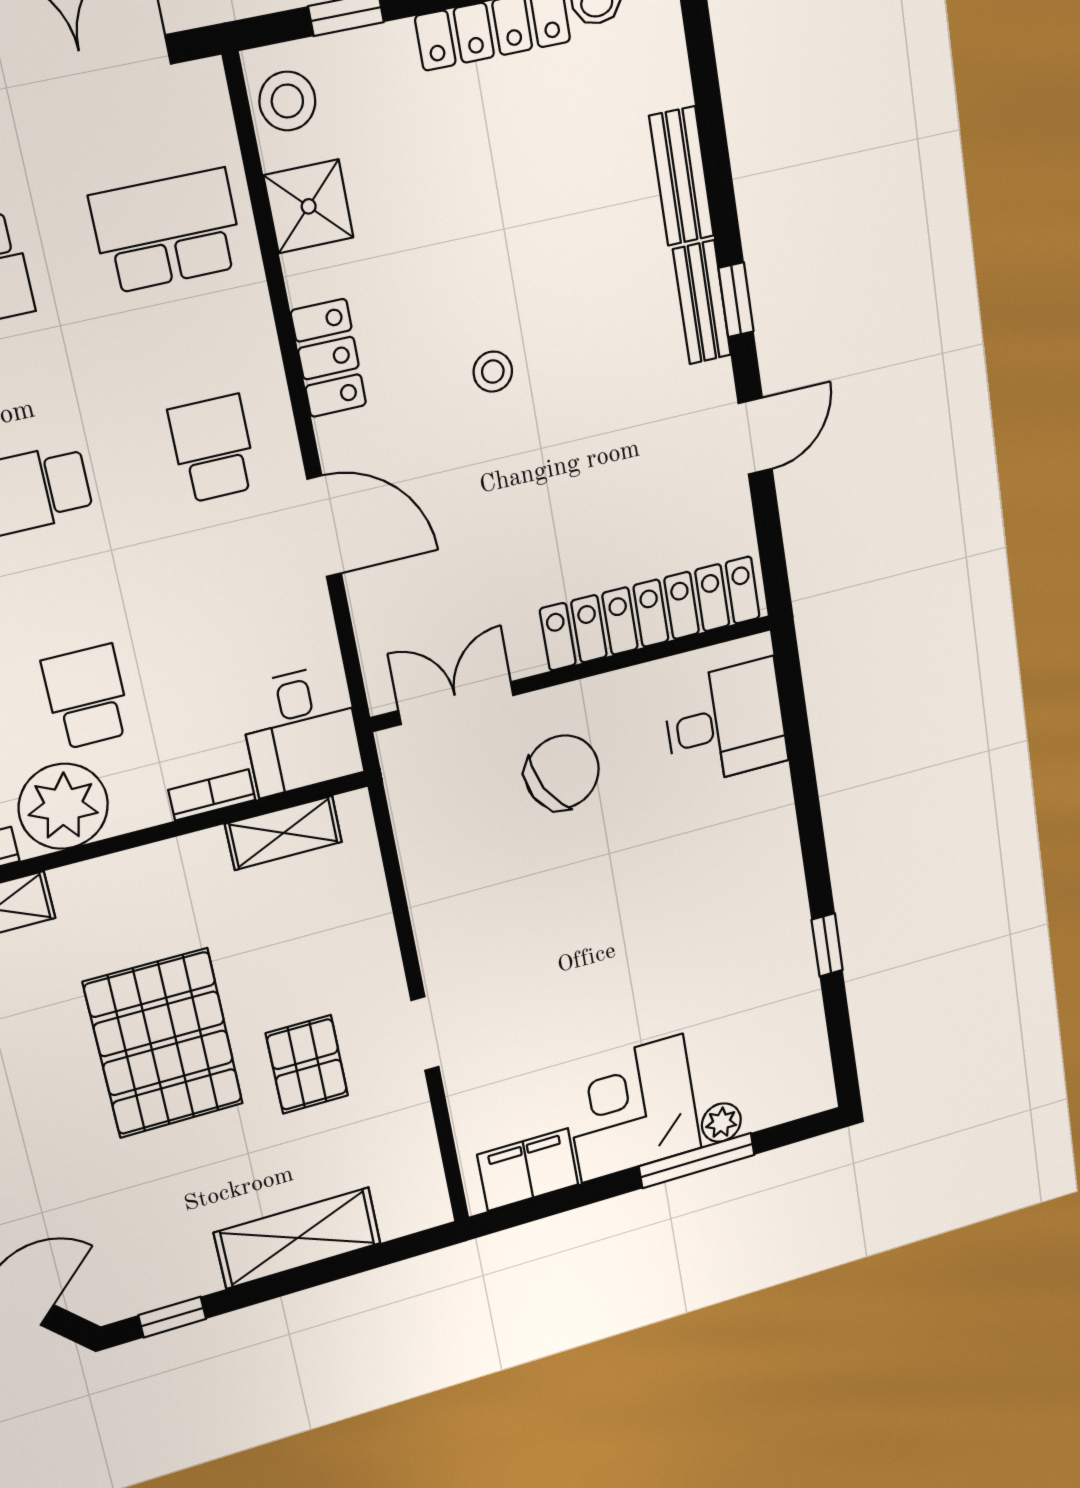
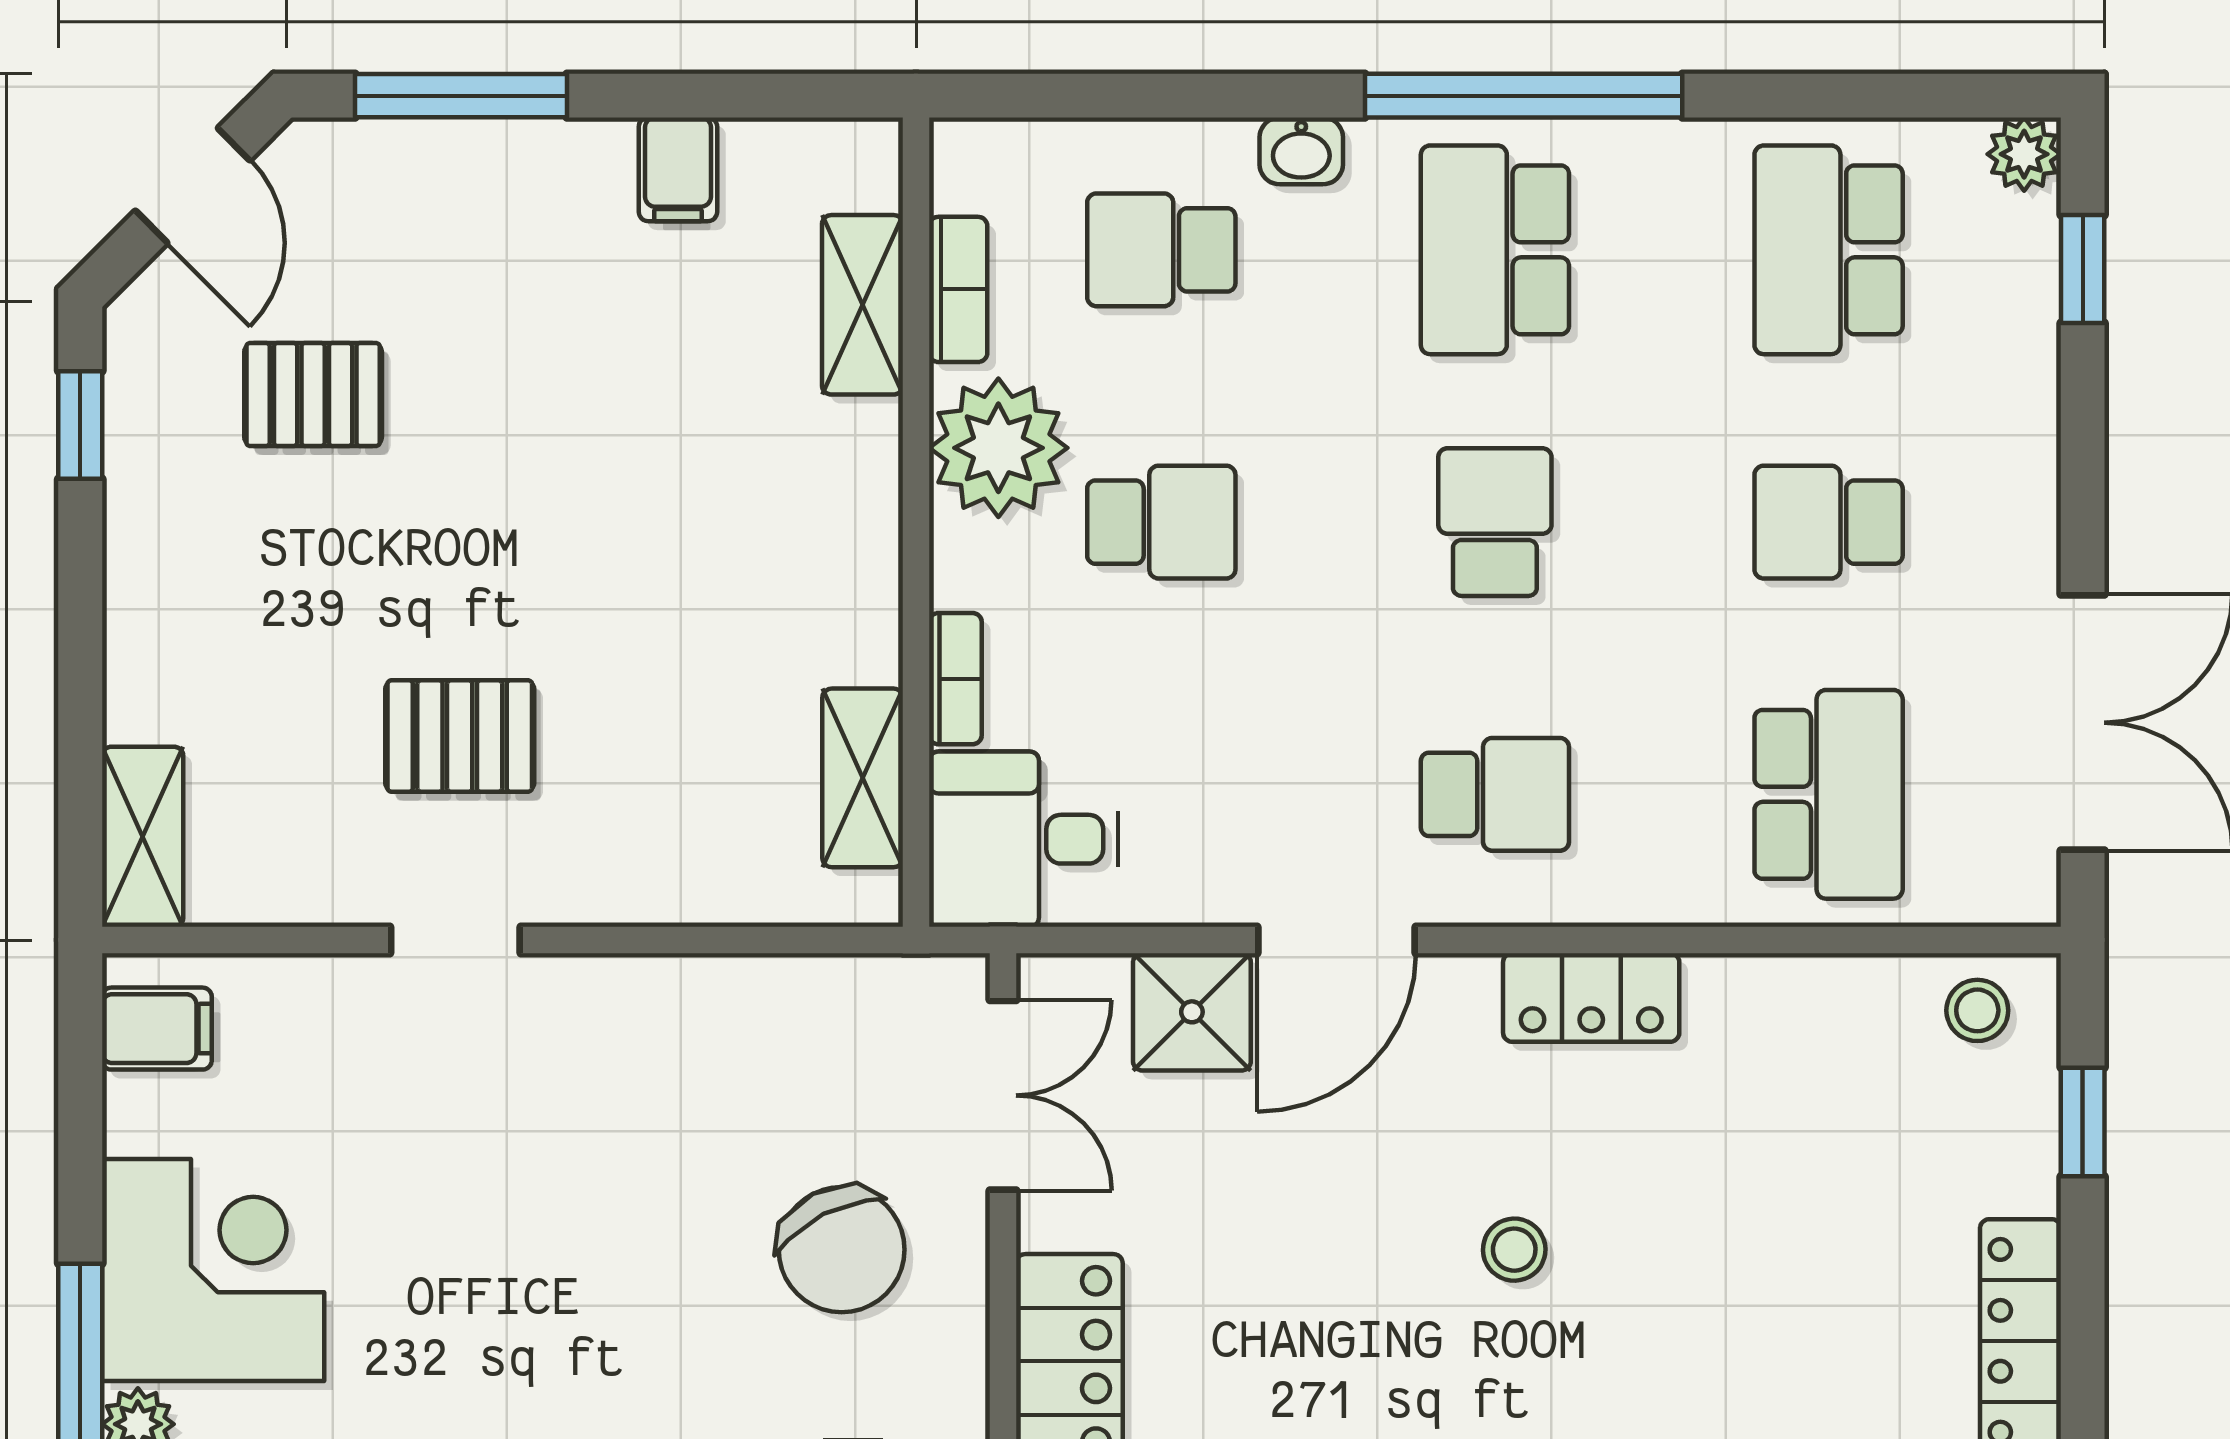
stool: (287, 101) -> (1977, 1010), width x0.73, depth x0.73
shower: (309, 206) -> (1192, 1012), moved
pallet: (164, 1043) -> (313, 394), moved, width x0.49, depth x0.50
filing cabinet: (528, 1170) -> (157, 1029), width x0.50
shelving: (298, 1238) -> (143, 837), moved, width x0.67, depth x0.75

